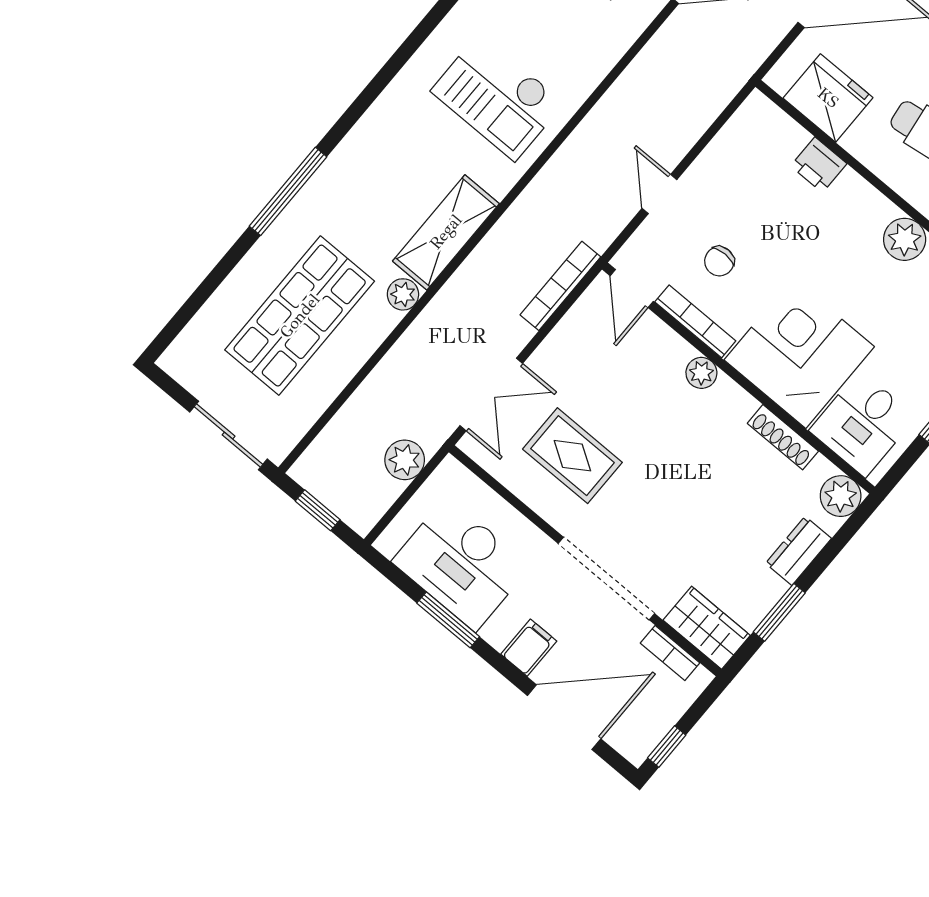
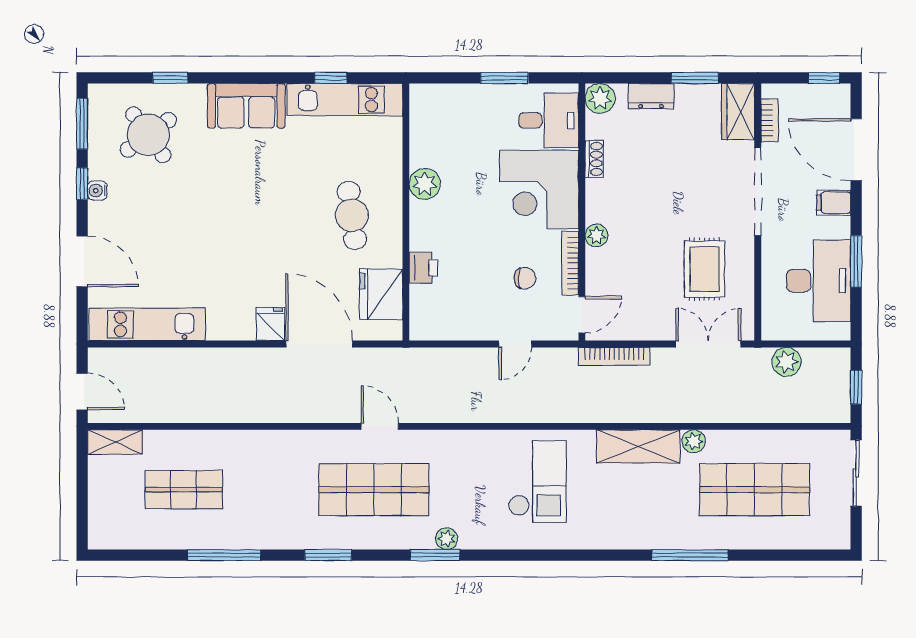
shoe rack: (783, 437) -> (594, 159), width x0.70

